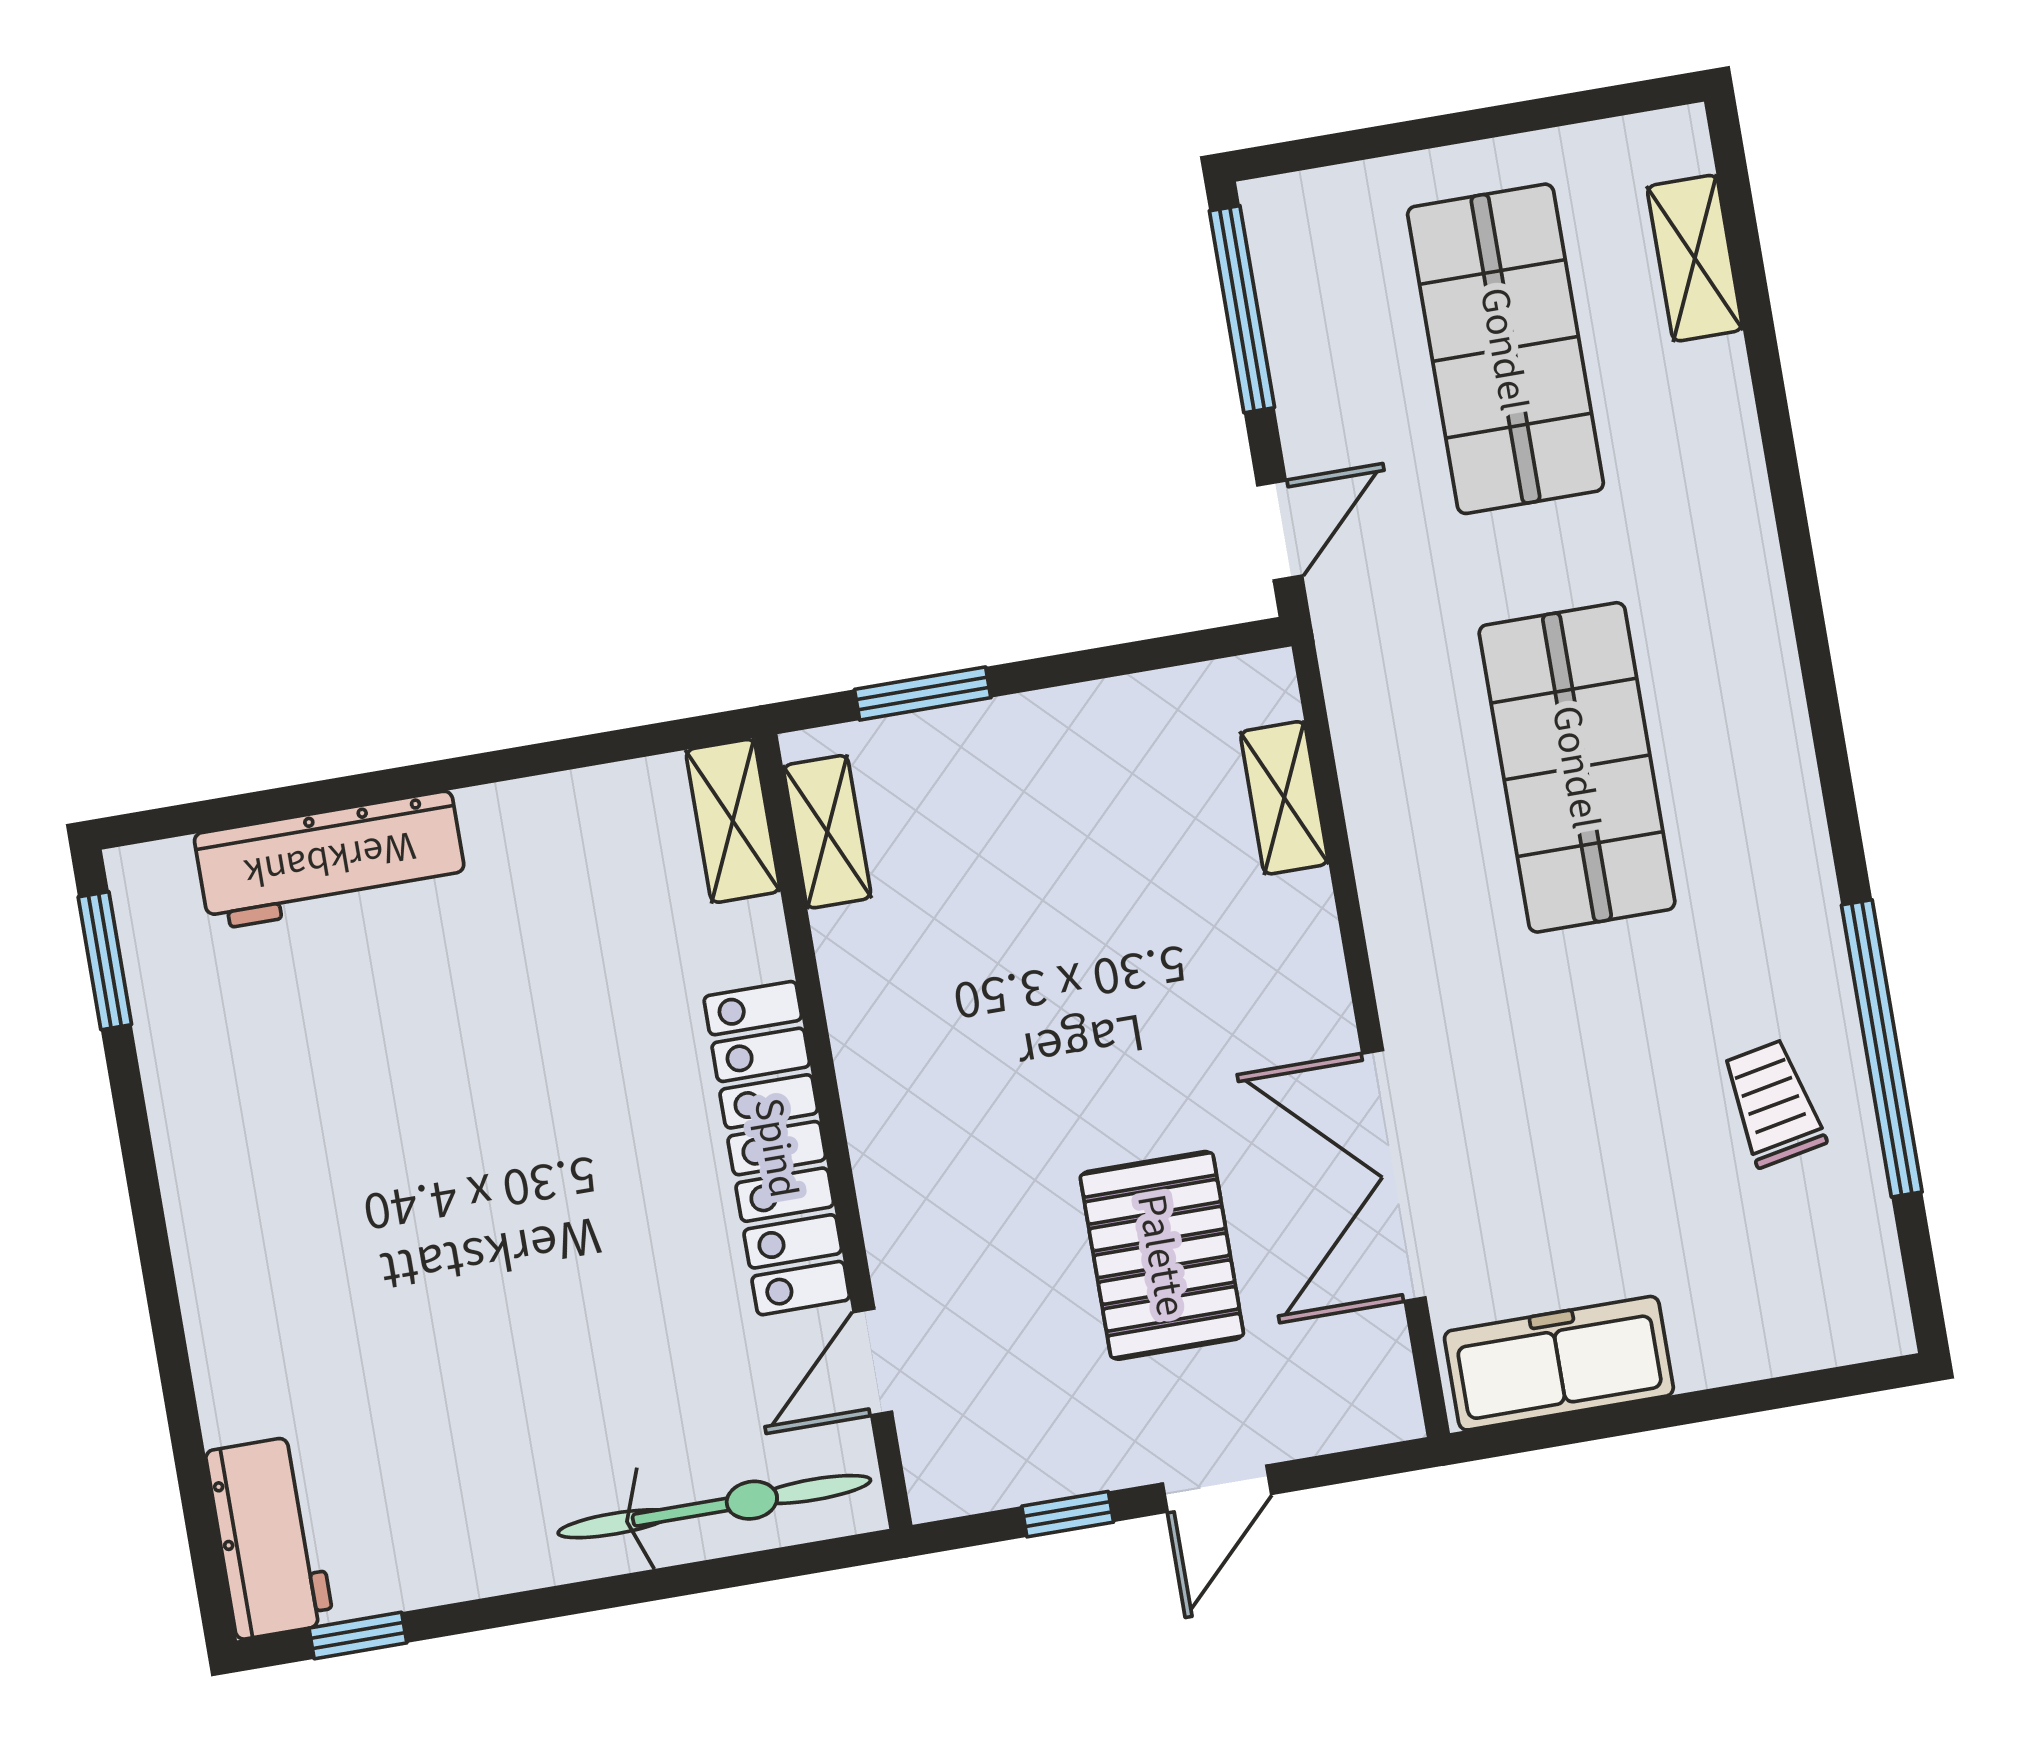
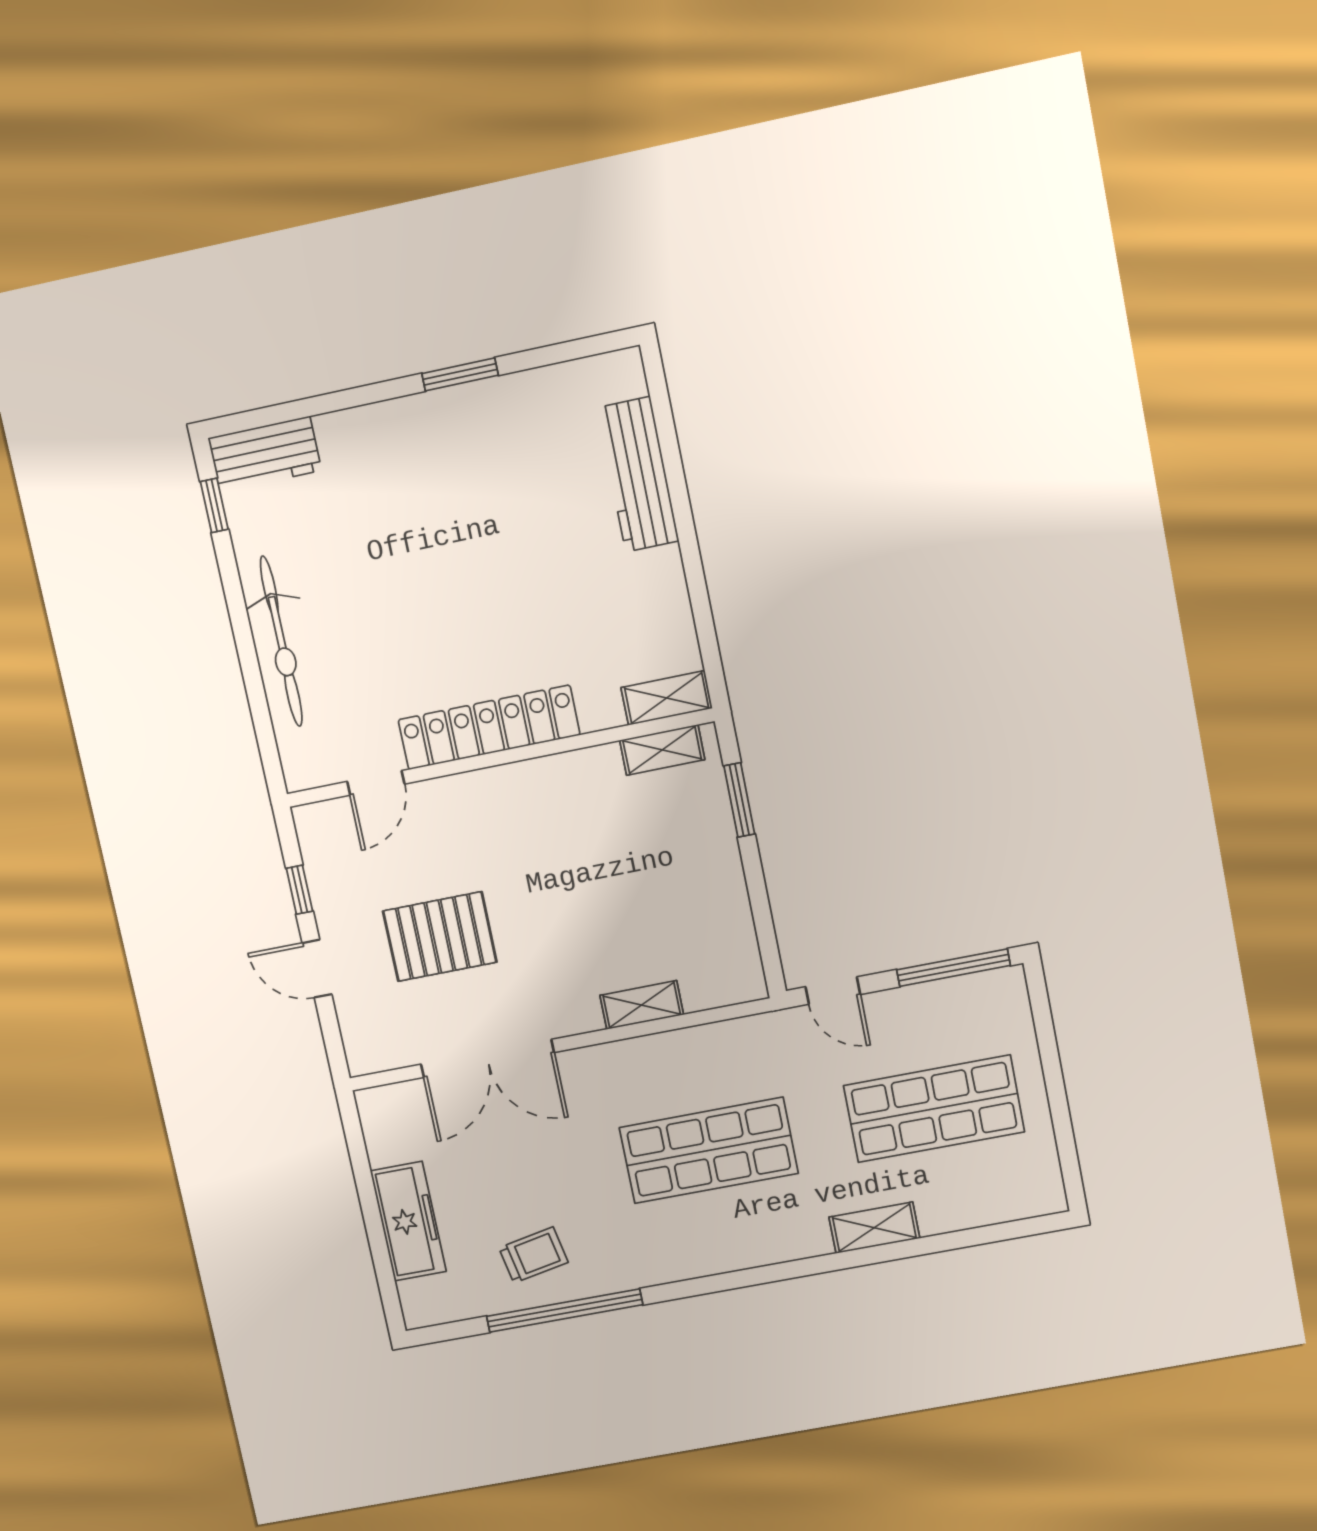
shelving: (1695, 258) -> (874, 1228), moved
shelving: (1284, 798) -> (642, 1005), moved
window: (105, 961) -> (460, 374), moved
double door: (1394, 1176) -> (487, 1058), swing flipped
door: (873, 1362) -> (376, 783), swing flipped
freezer: (1559, 1363) -> (408, 1221), moved
bicycle: (714, 1507) -> (281, 641), moved

